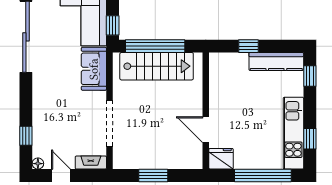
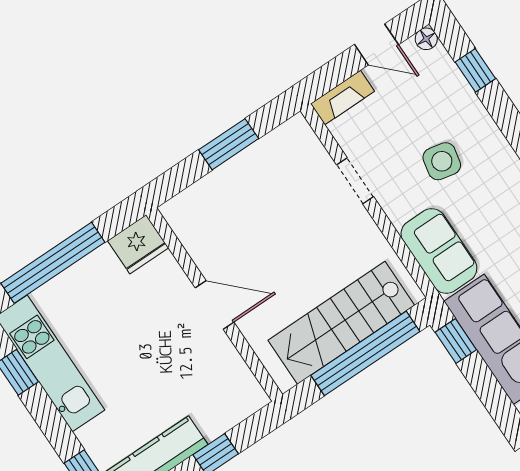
side table: (67, 106) -> (442, 161), added
doorway: (110, 123) -> (355, 181), width x0.53
door: (206, 130) -> (215, 305), moved

